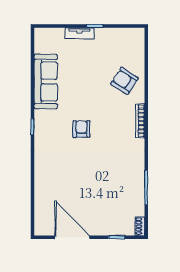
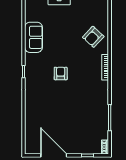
armchair: (124, 81) -> (93, 37), turned -80
sofa: (46, 82) -> (34, 37), width x0.73

